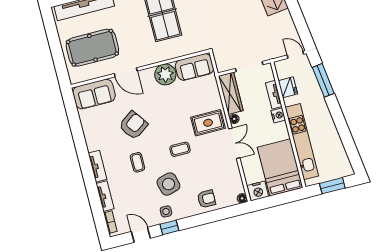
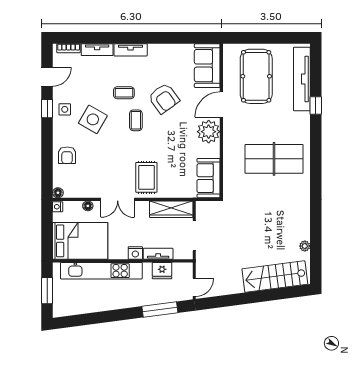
plant: (165, 74) -> (209, 132), moved
floor lamp: (234, 119) -> (88, 206), moved
coffee table: (180, 149) -> (136, 120), moved
side table: (168, 184) -> (93, 119), turned 45
nightstand: (258, 191) -> (58, 207), width x0.53, depth x0.56

